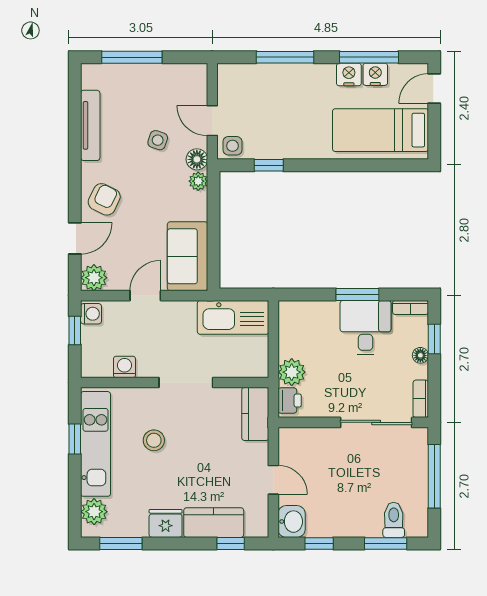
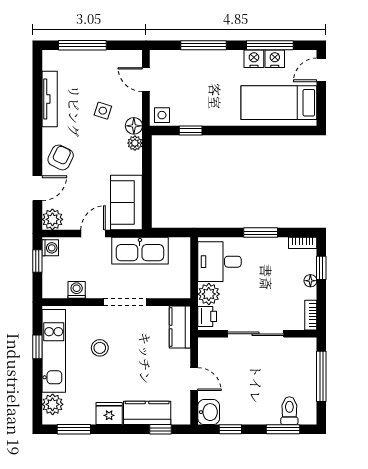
door: (212, 121) -> (146, 80), moved
kitchen sink: (233, 317) -> (140, 251), moved
desk: (366, 328) -> (219, 262), moved, turned -90
sliding door: (376, 422) -> (256, 334), moved

